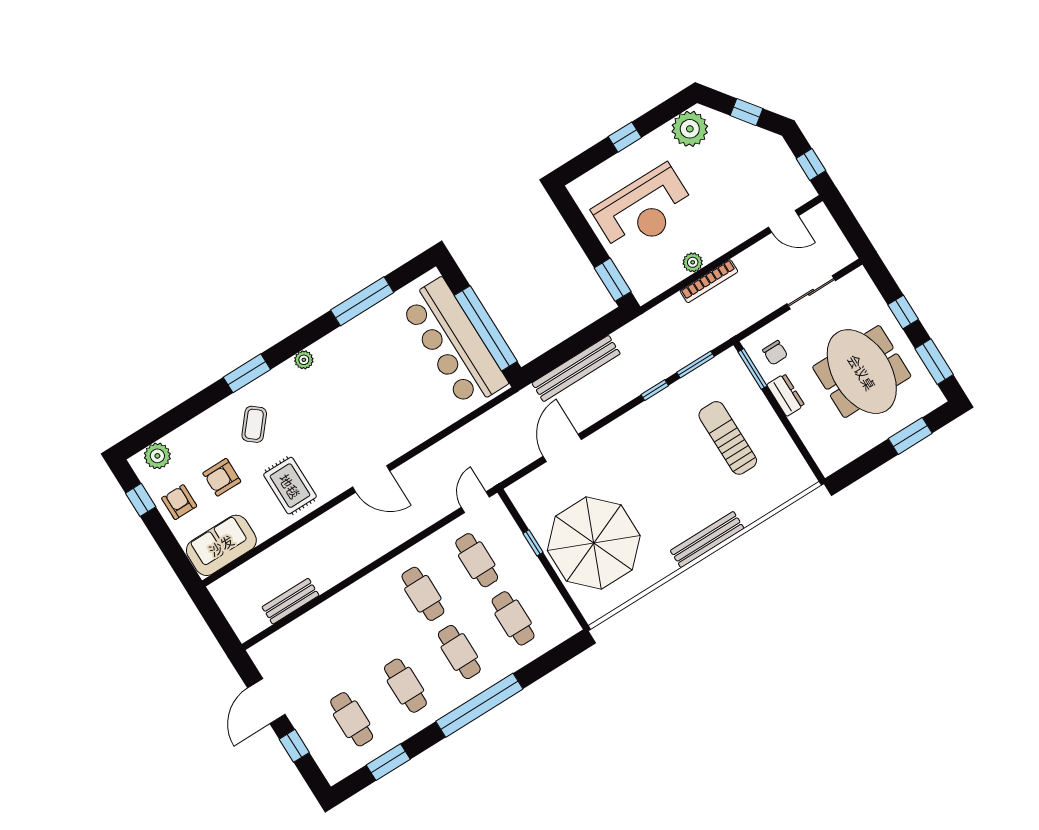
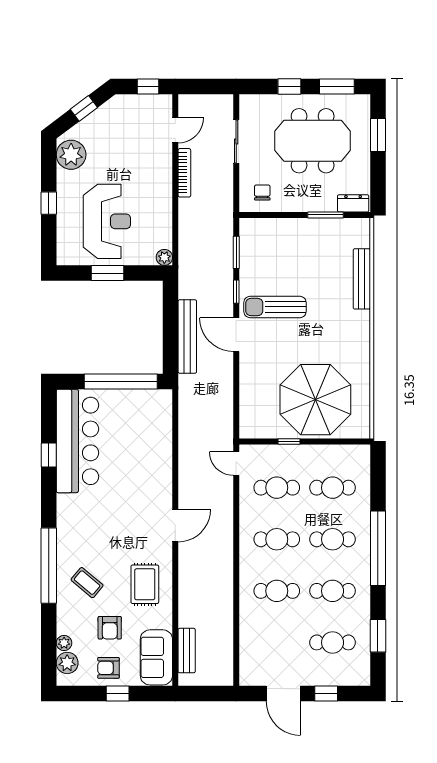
plant: (693, 262) -> (164, 257), moved
window: (613, 280) -> (107, 273), moved
bookcase: (709, 281) -> (184, 173), moved
window: (362, 301) -> (49, 455), width x0.46
bar counter: (454, 343) -> (77, 441), moved, turned -90
chair: (775, 353) -> (262, 192), turned -90
plant: (304, 360) -> (64, 643), moved
window: (753, 369) -> (326, 215), moved
window: (247, 373) -> (49, 566), width x2.11
dresser: (786, 395) -> (353, 203), moved
sun lounger: (728, 438) -> (275, 307), moved
door: (562, 448) -> (236, 335), moved
rug: (290, 486) -> (145, 584), turned 90
window: (141, 500) -> (118, 693), moved
bench: (707, 539) -> (362, 279), moved
bench: (291, 601) -> (187, 651), moved
cafe table: (369, 627) -> (277, 591), added

